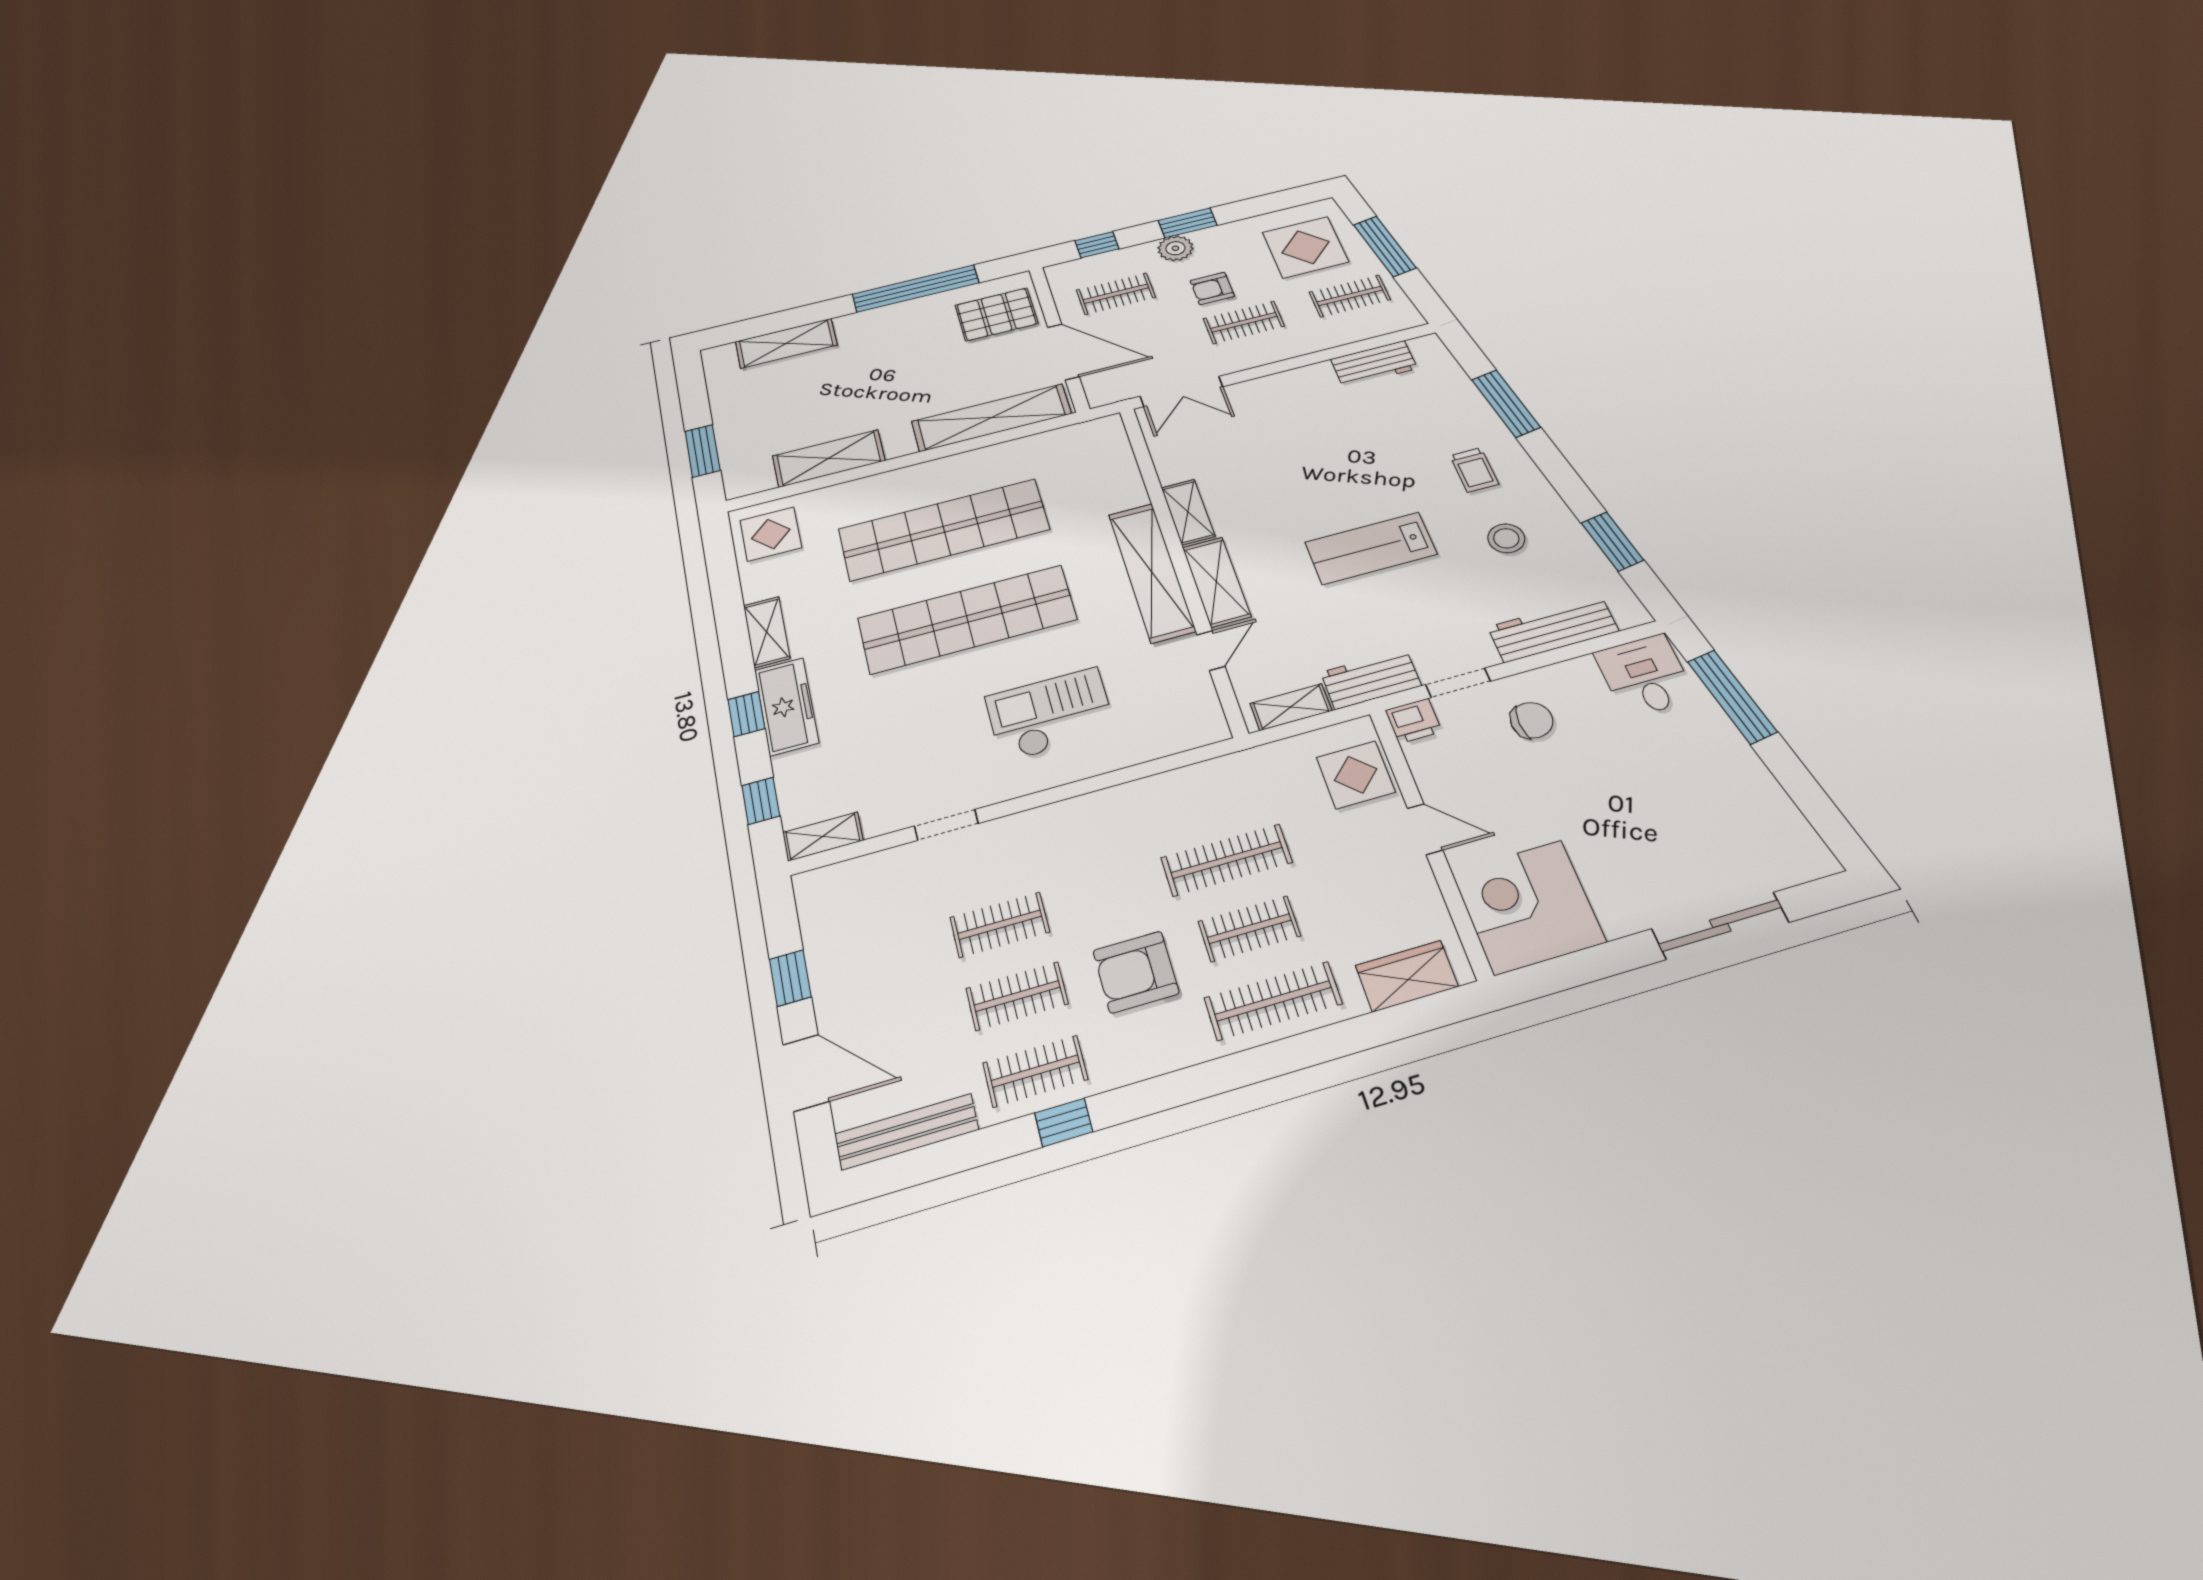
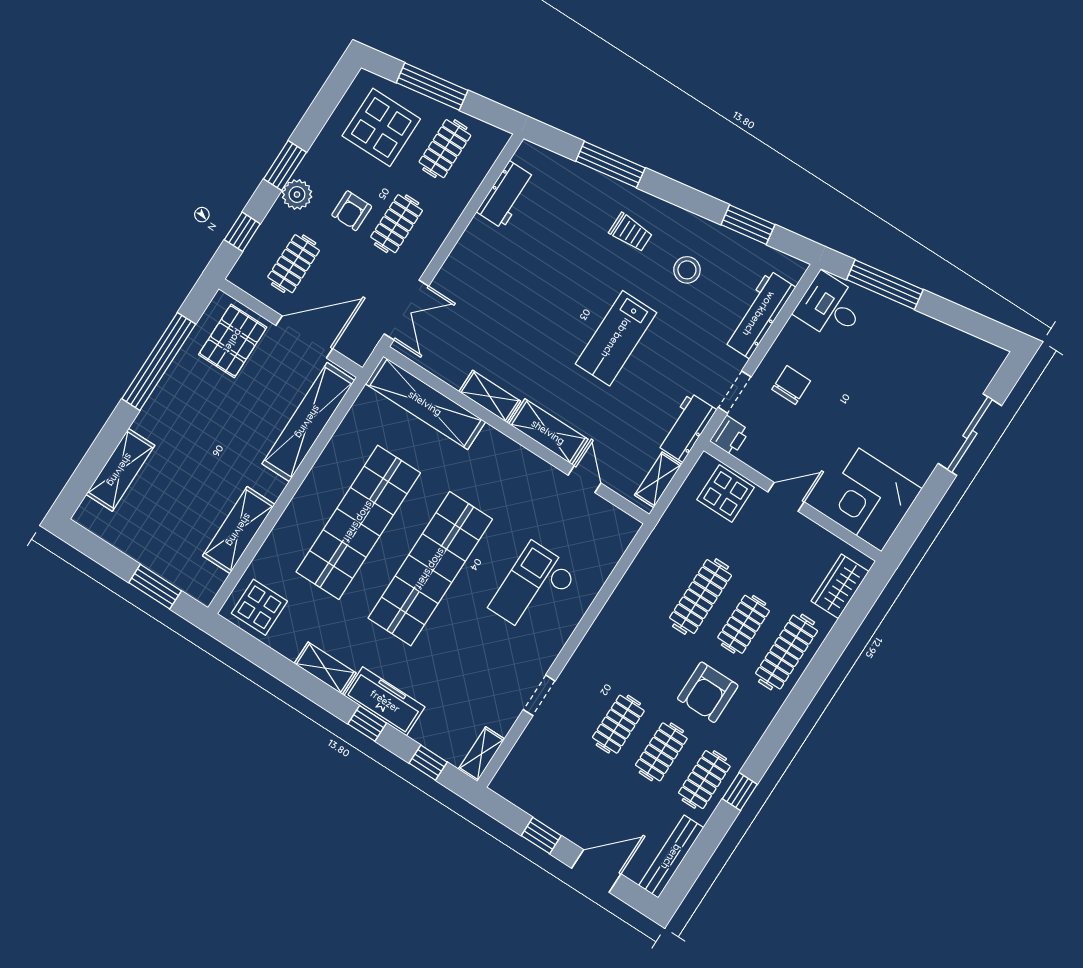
shelving: (1152, 572) -> (425, 403), moved

